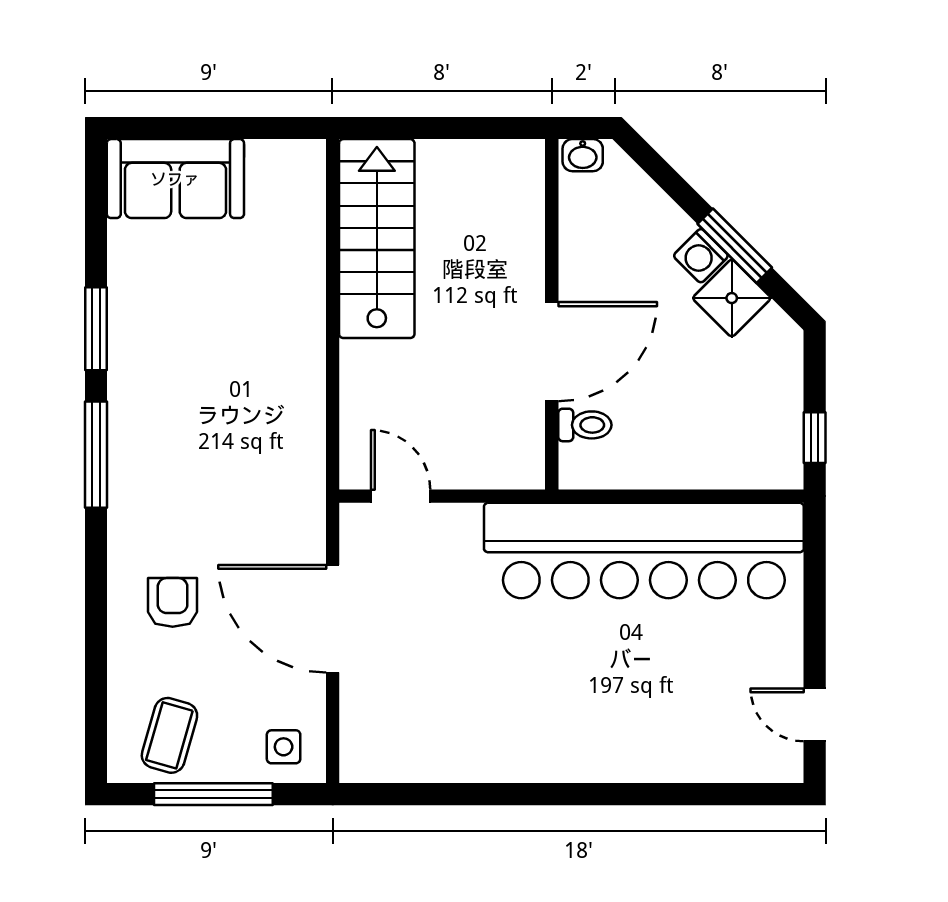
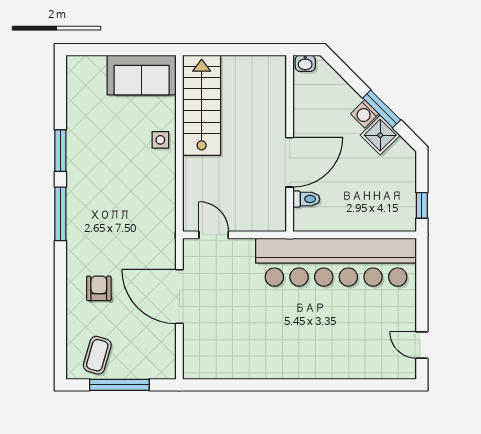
sofa: (175, 179) -> (142, 75), moved
side table: (284, 747) -> (160, 140), moved

